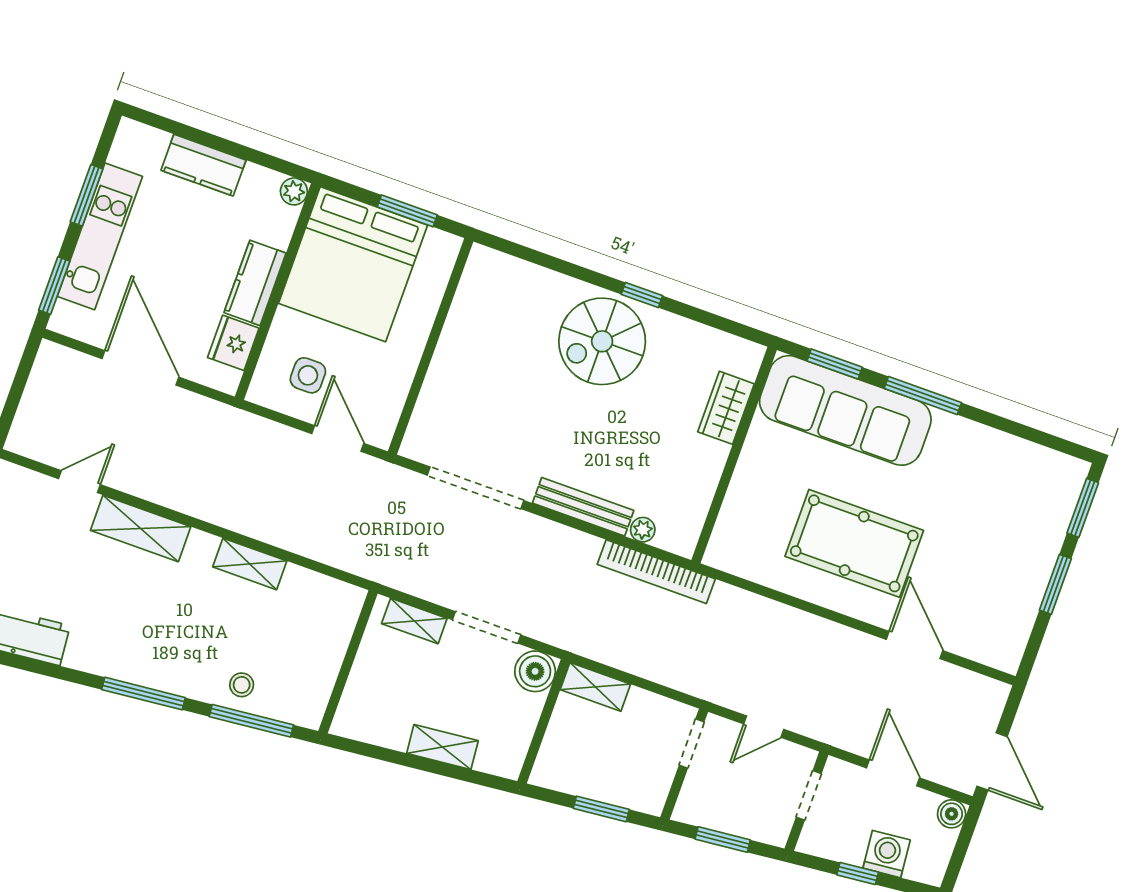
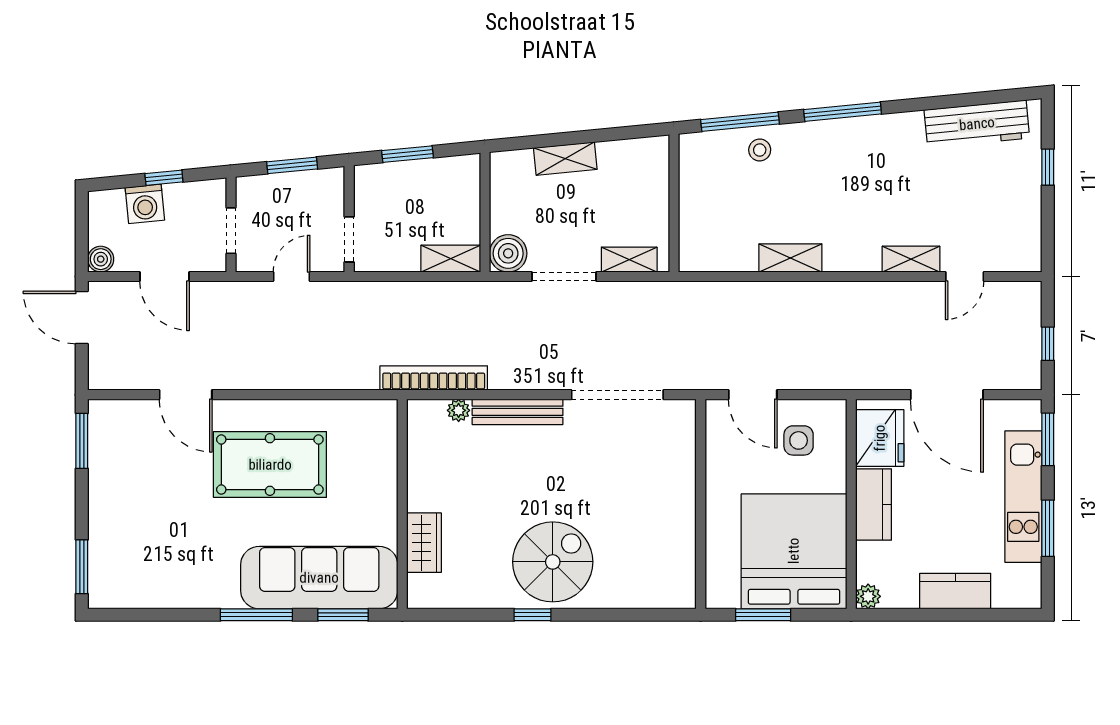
fridge: (233, 343) -> (880, 438), width x1.36, depth x1.34
window: (19, 383) -> (1048, 344), added
shelving: (141, 528) -> (911, 259), width x0.67, depth x0.75
window: (1055, 584) -> (82, 441), moved

